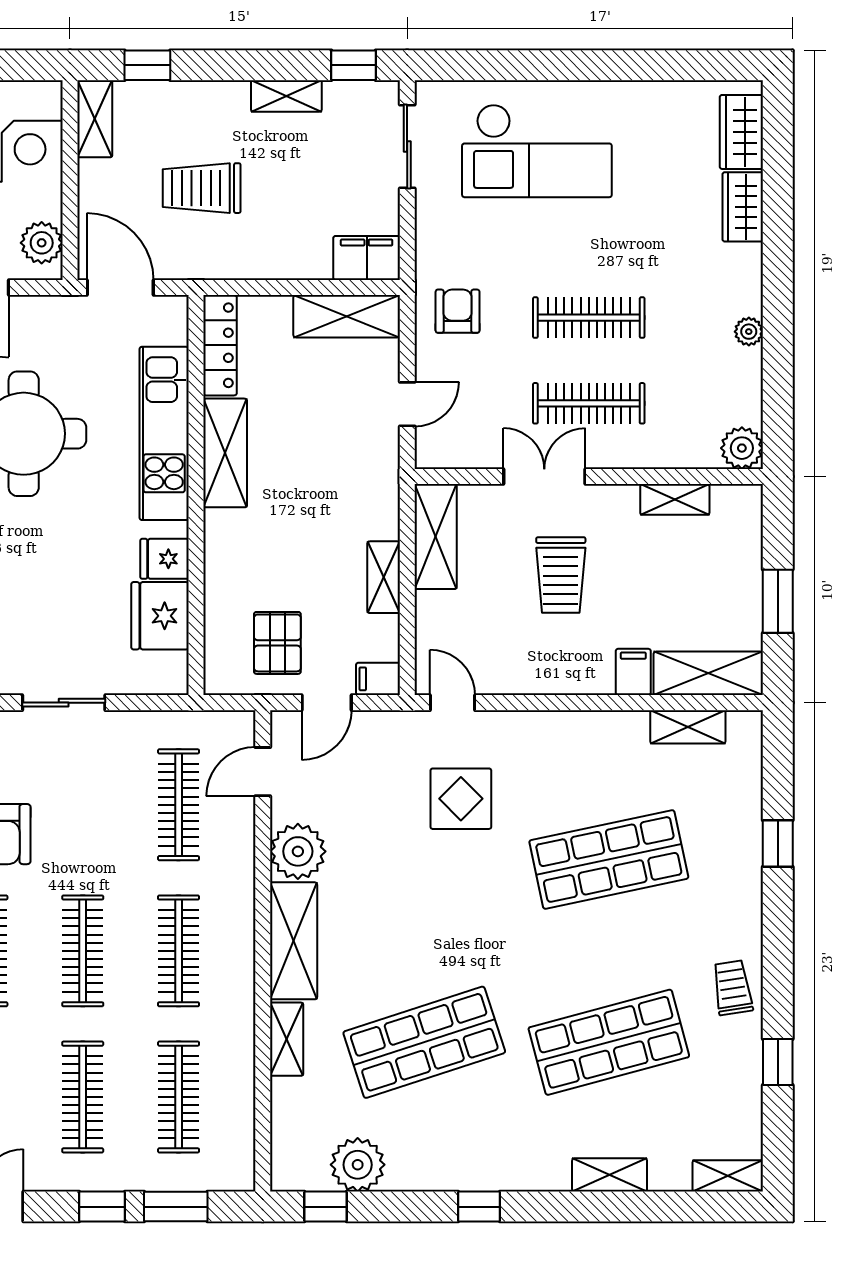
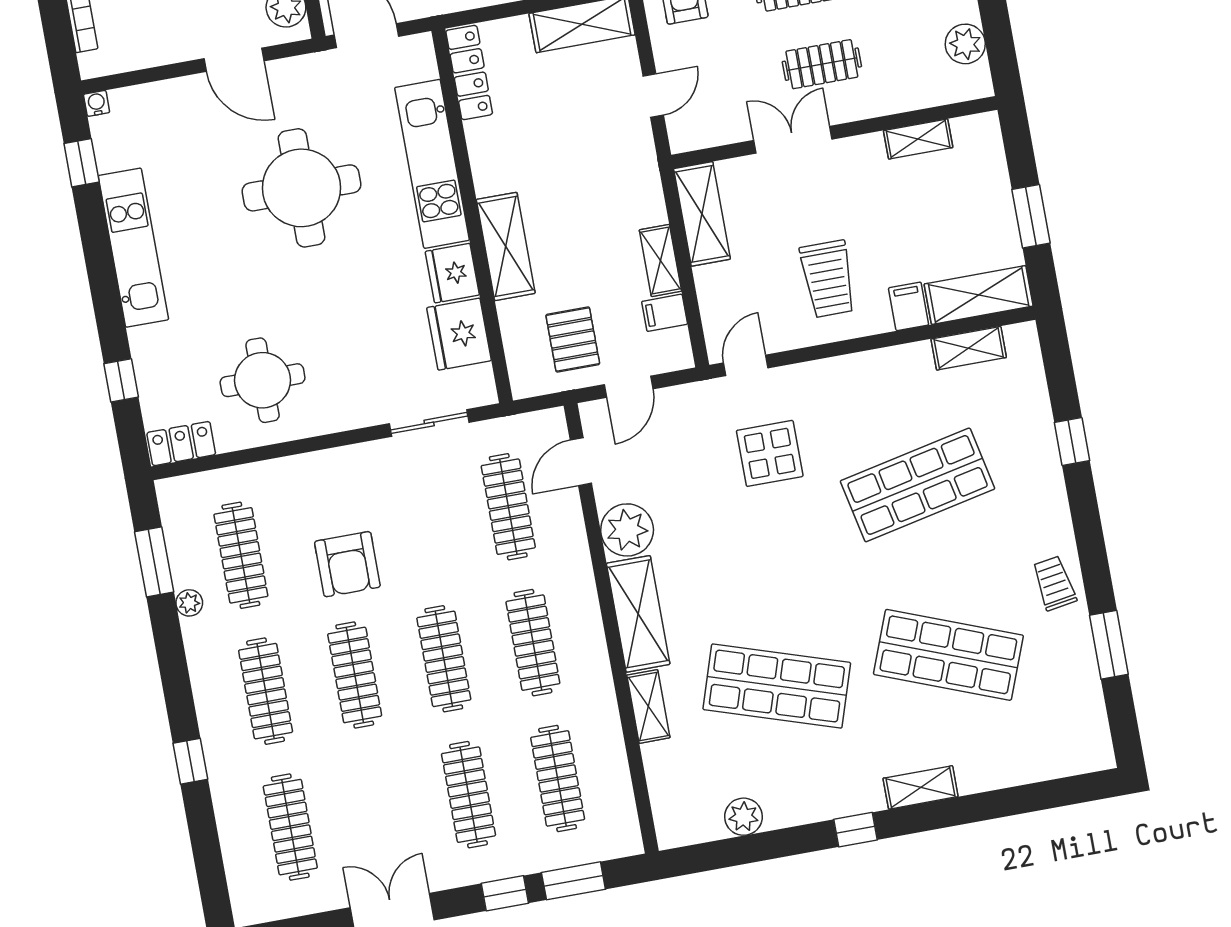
clothes rail: (589, 403) -> (822, 64), width x0.73
plant: (742, 448) -> (965, 44), moved
shelving: (225, 453) -> (506, 246), moved
fridge: (165, 559) -> (452, 273), width x1.38
trolley: (561, 575) -> (828, 279), moved
filing cabinet: (378, 679) -> (665, 313), moved
sliding door: (64, 703) -> (429, 423), moved
door: (453, 703) -> (746, 365), hinge flipped
shop shelf: (424, 1042) -> (777, 686), turned 36
shop shelf: (609, 1042) -> (948, 655), turned 36
window: (778, 1062) -> (1109, 645), width x1.50
plant: (358, 1165) -> (743, 817), width x0.73, depth x0.73
shelving: (610, 1175) -> (921, 787), moved
shelving: (728, 1176) -> (1082, 759), removed
window: (326, 1207) -> (713, 856), removed

